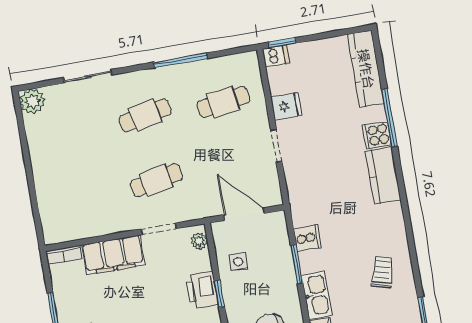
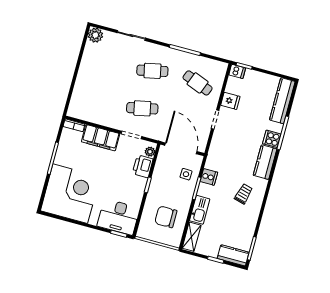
cafe table: (223, 102) -> (198, 83), turned 30
door: (244, 214) -> (181, 148), width x1.36
side table: (238, 262) -> (186, 174), moved
trolley: (382, 272) -> (244, 194), moved
printer: (202, 290) -> (143, 166), moved

